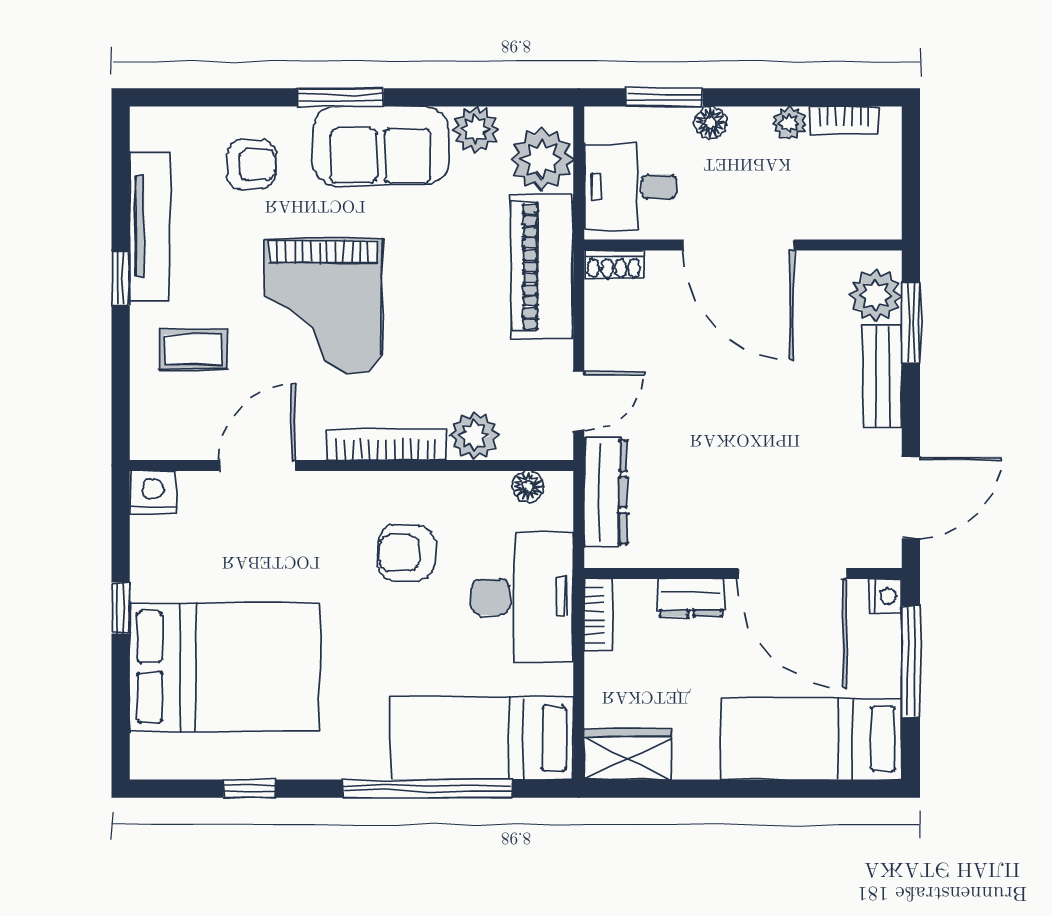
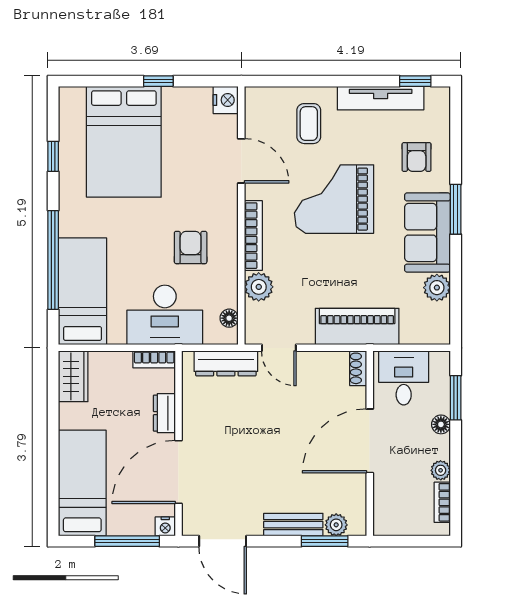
plant: (542, 159) -> (420, 326), removed
window: (121, 278) -> (415, 81), moved
plant: (876, 295) -> (336, 525), width x0.73, depth x0.73

